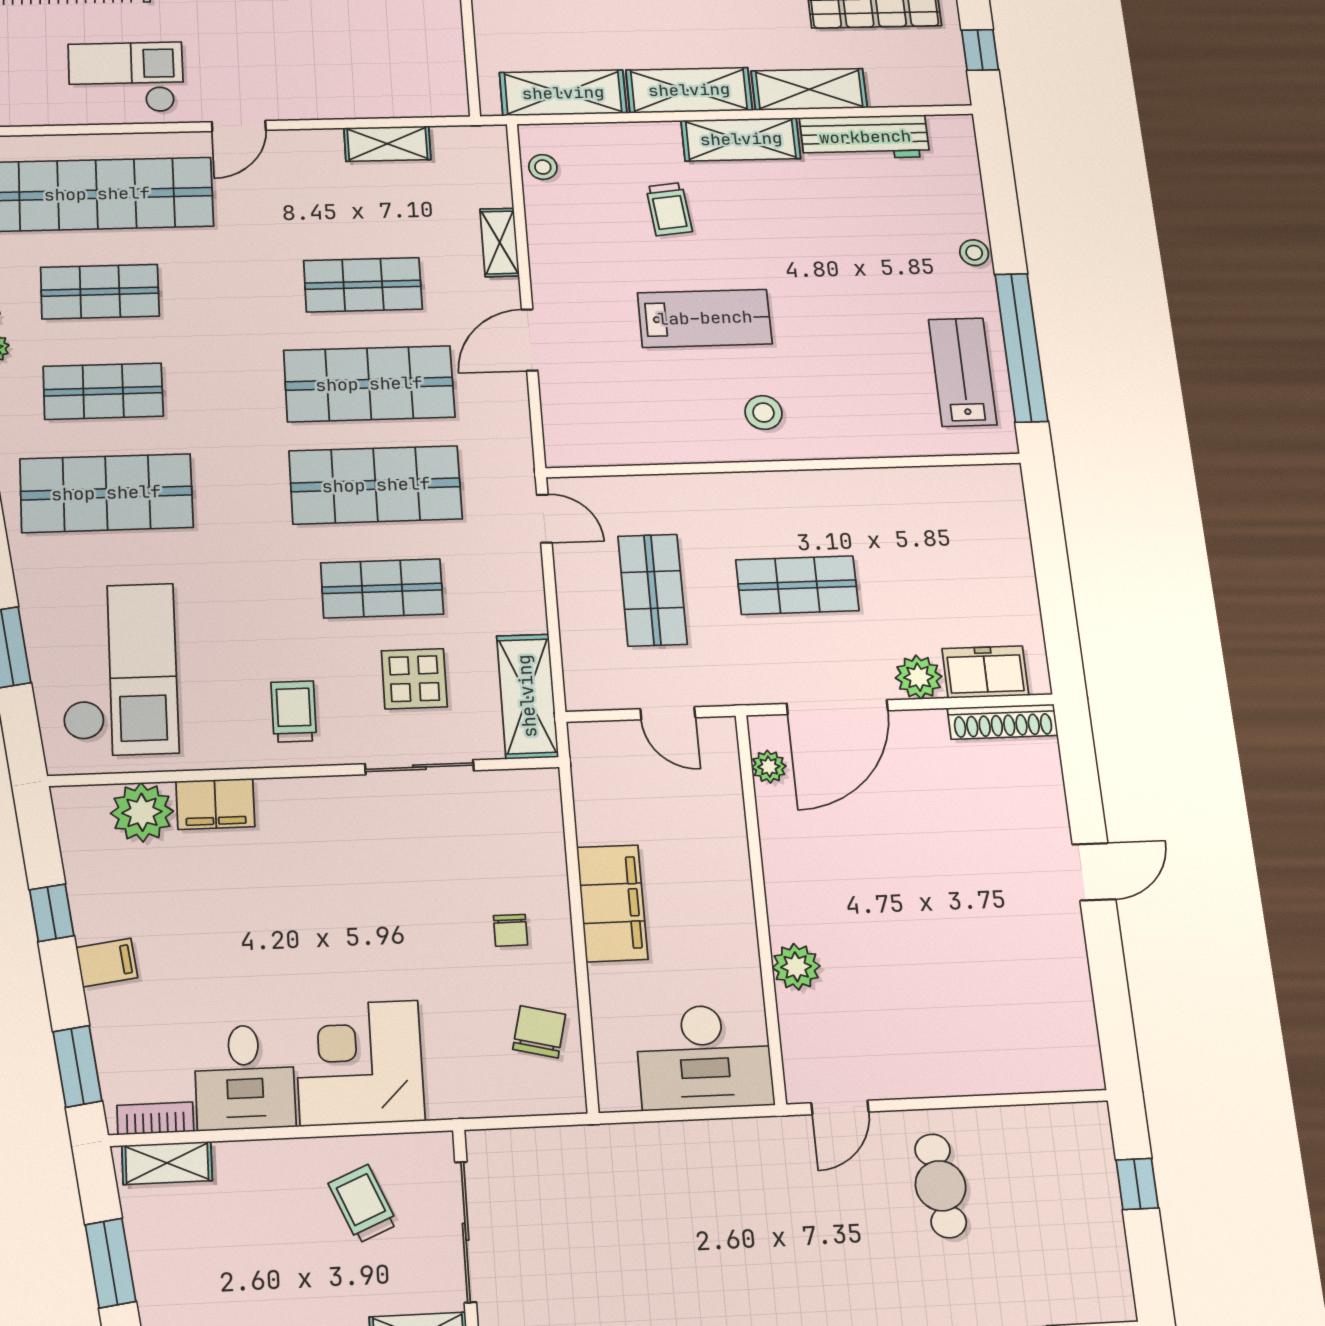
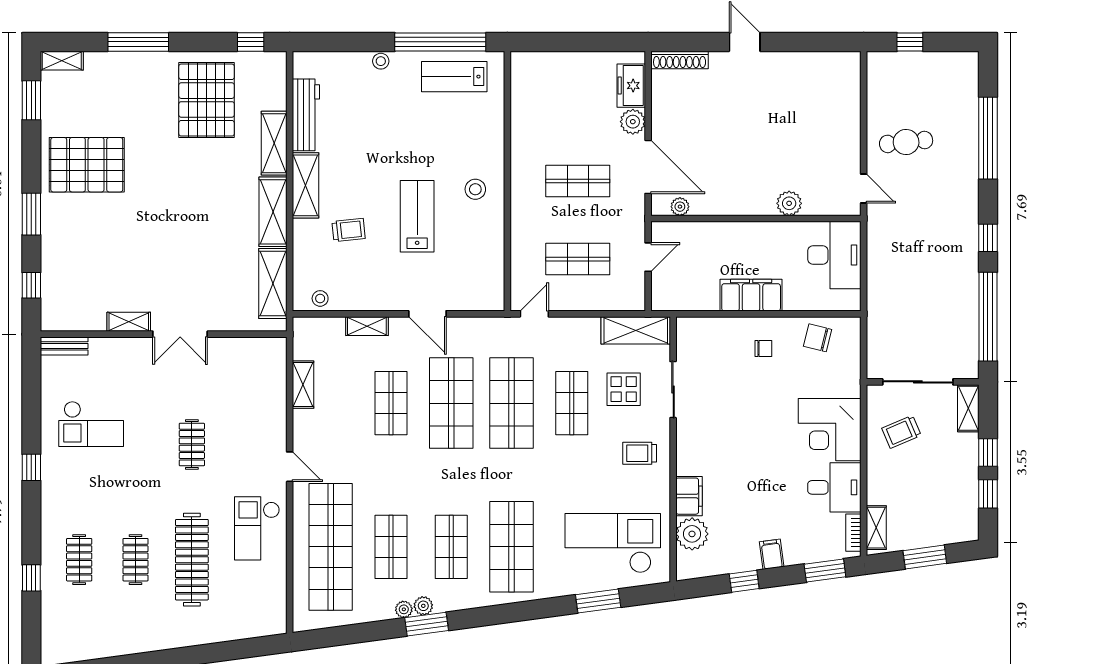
shop shelf: (797, 585) -> (578, 181), turned 90
shoe rack: (1003, 722) -> (680, 60), moved, turned 90

